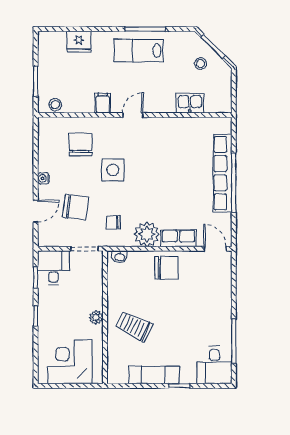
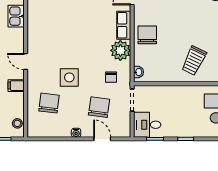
chair: (81, 144) -> (49, 103), turned 97
plant: (96, 317) -> (187, 91), removed

